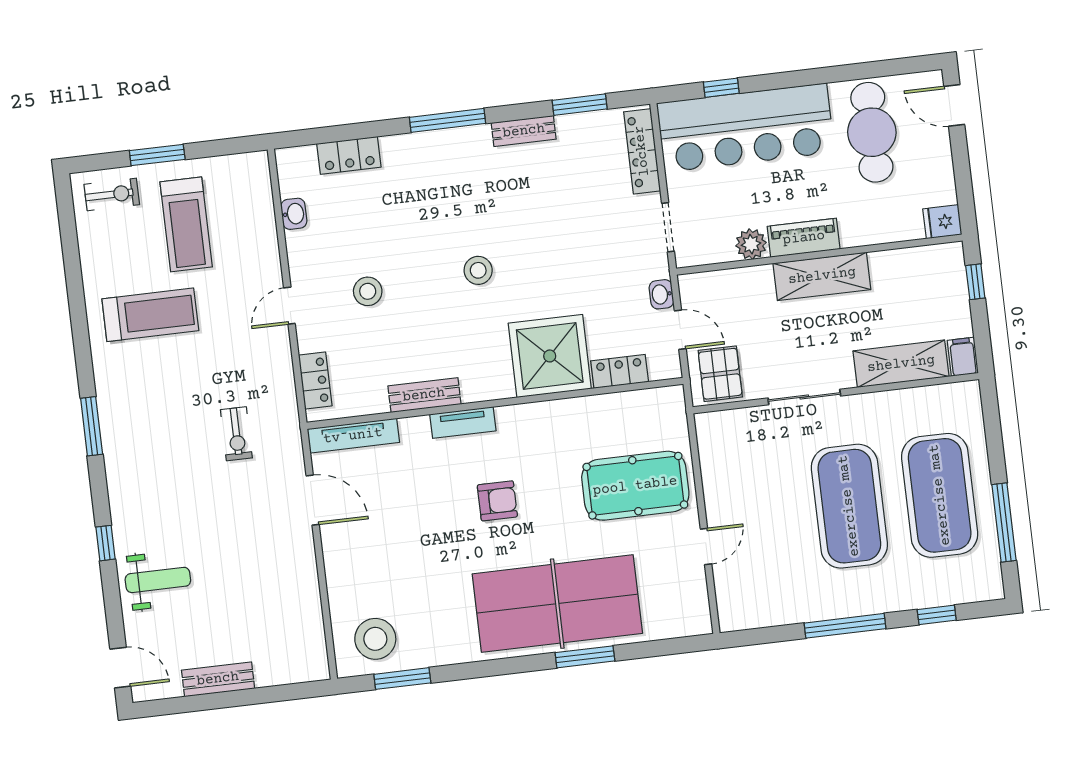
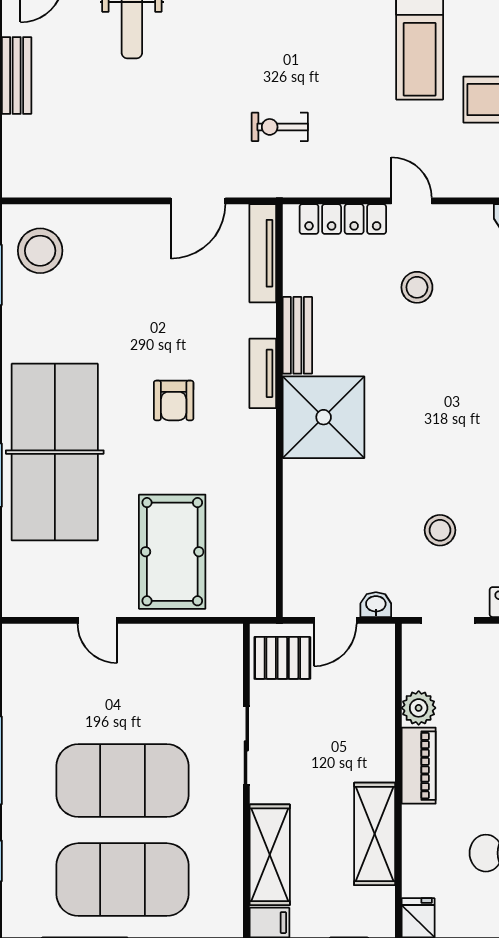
stool: (478, 270) -> (440, 530), moved
shelving: (822, 276) -> (375, 834), moved
shower: (550, 356) -> (324, 417), moved
locker: (620, 371) -> (298, 549), removed
locker: (315, 380) -> (343, 219), width x1.53

